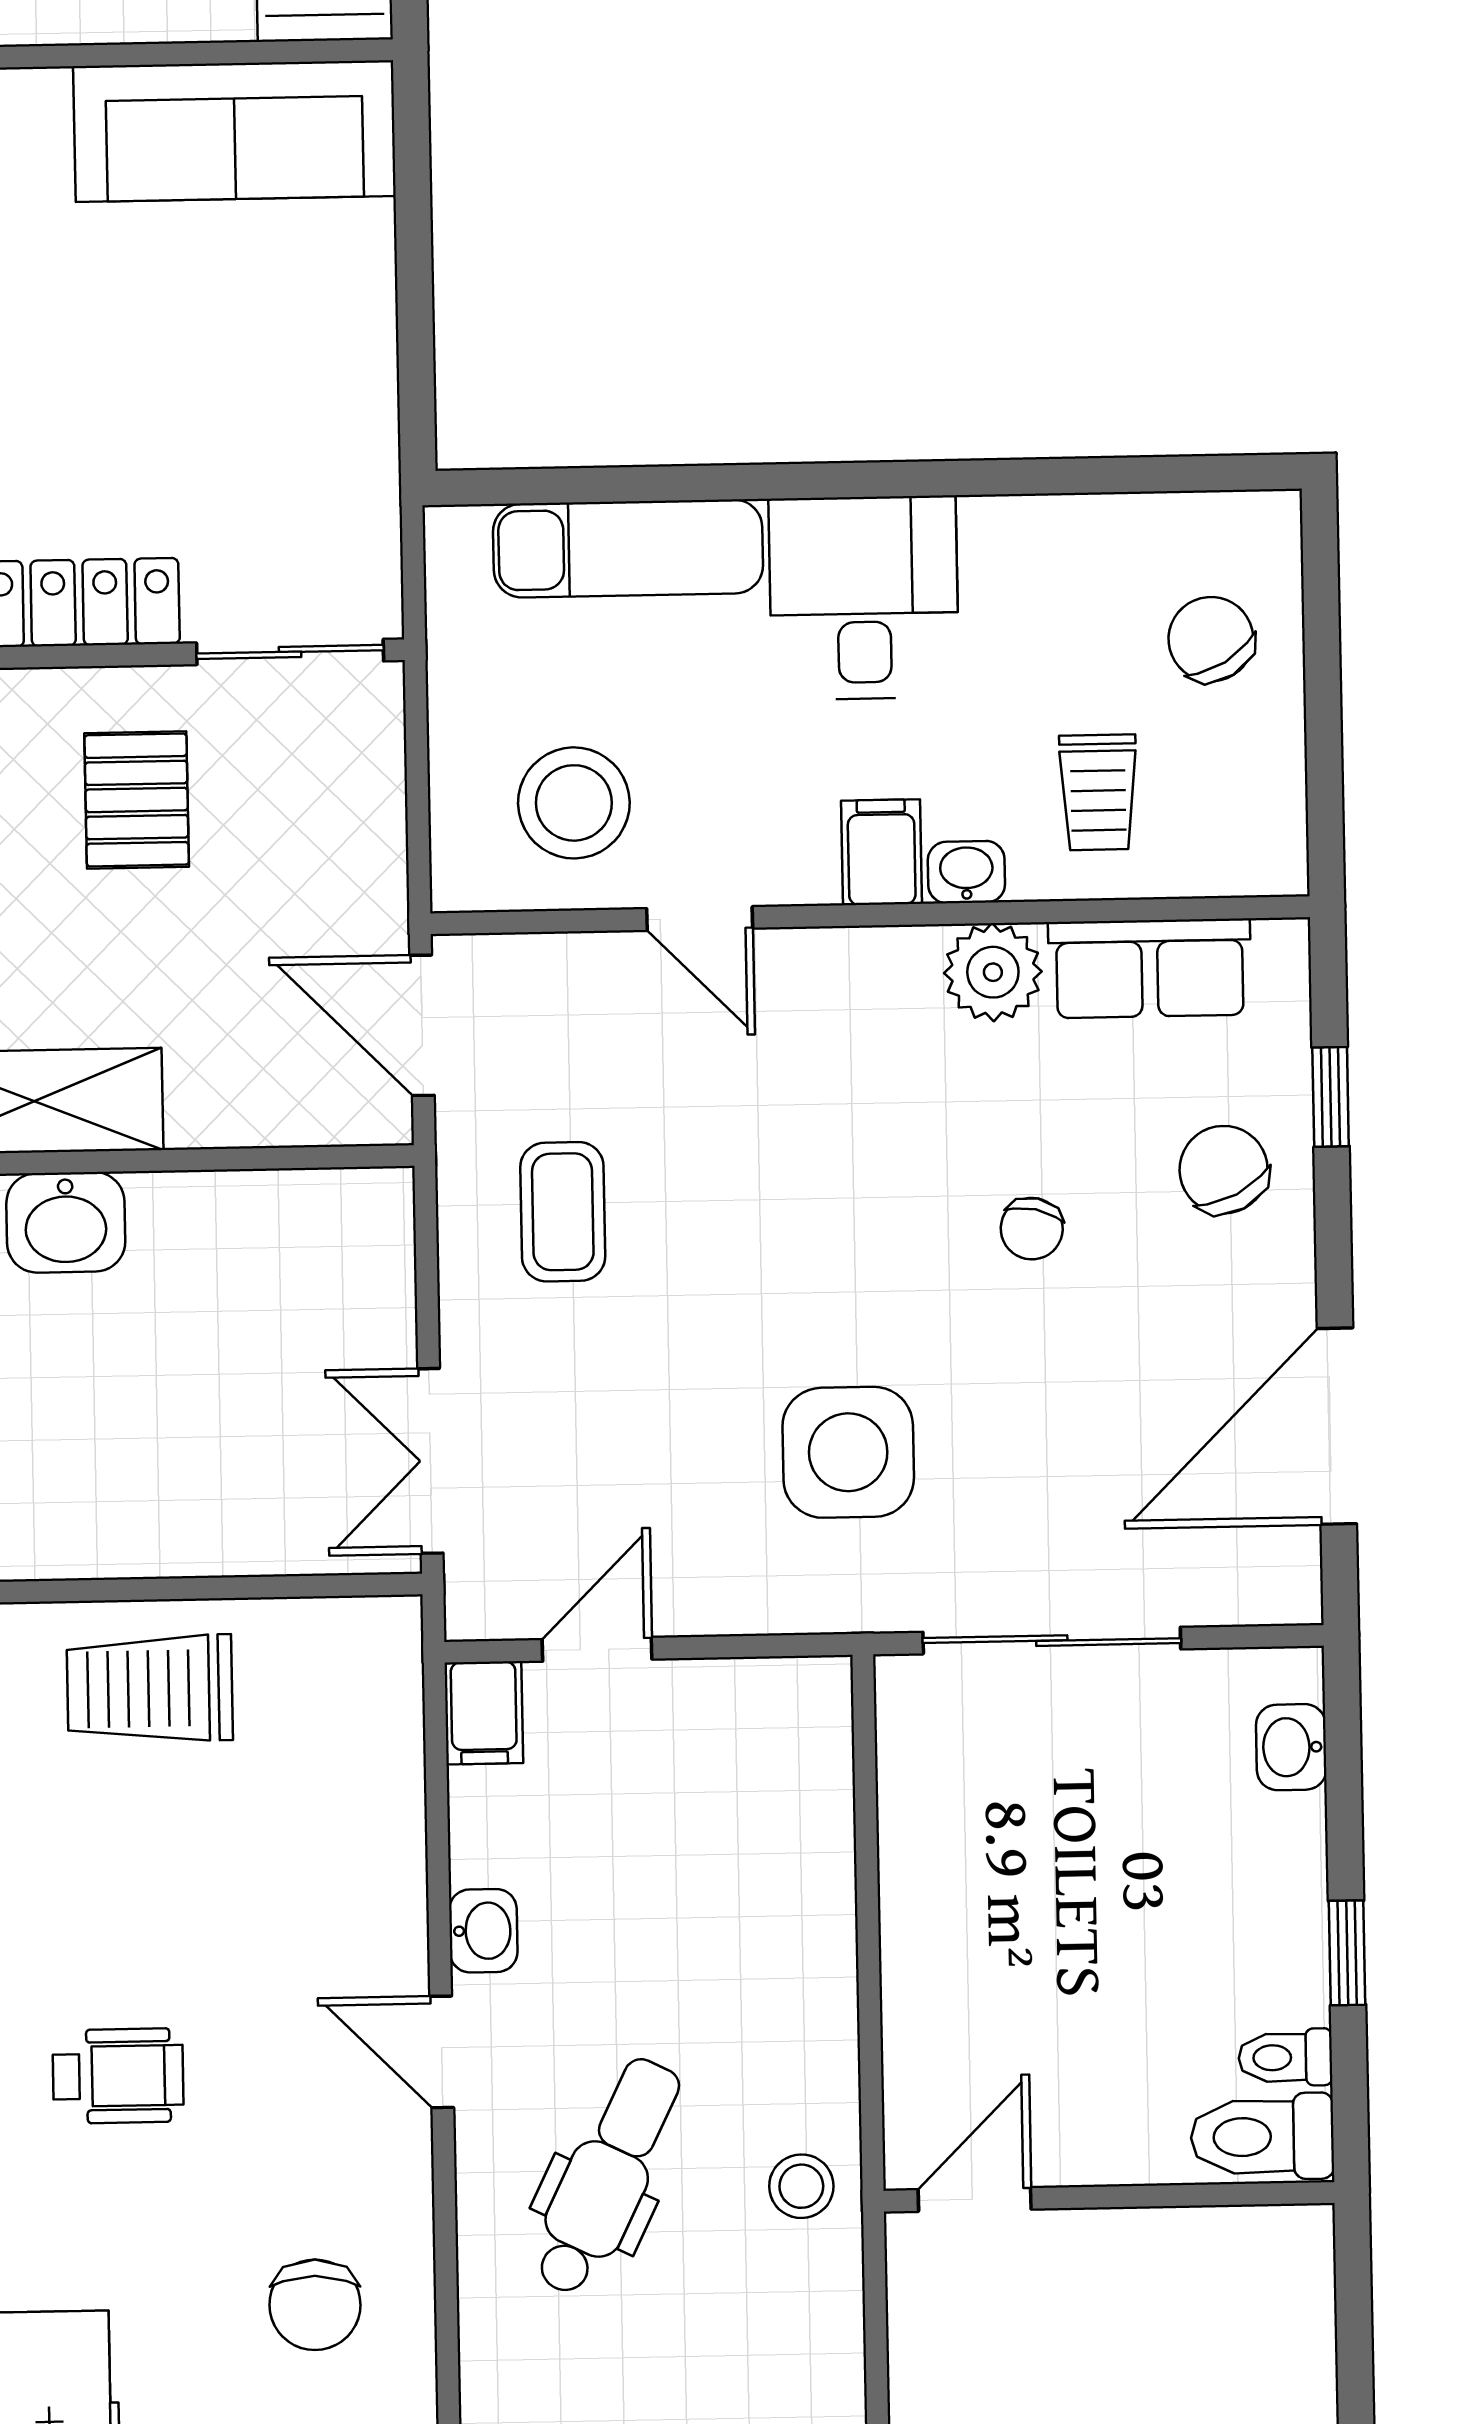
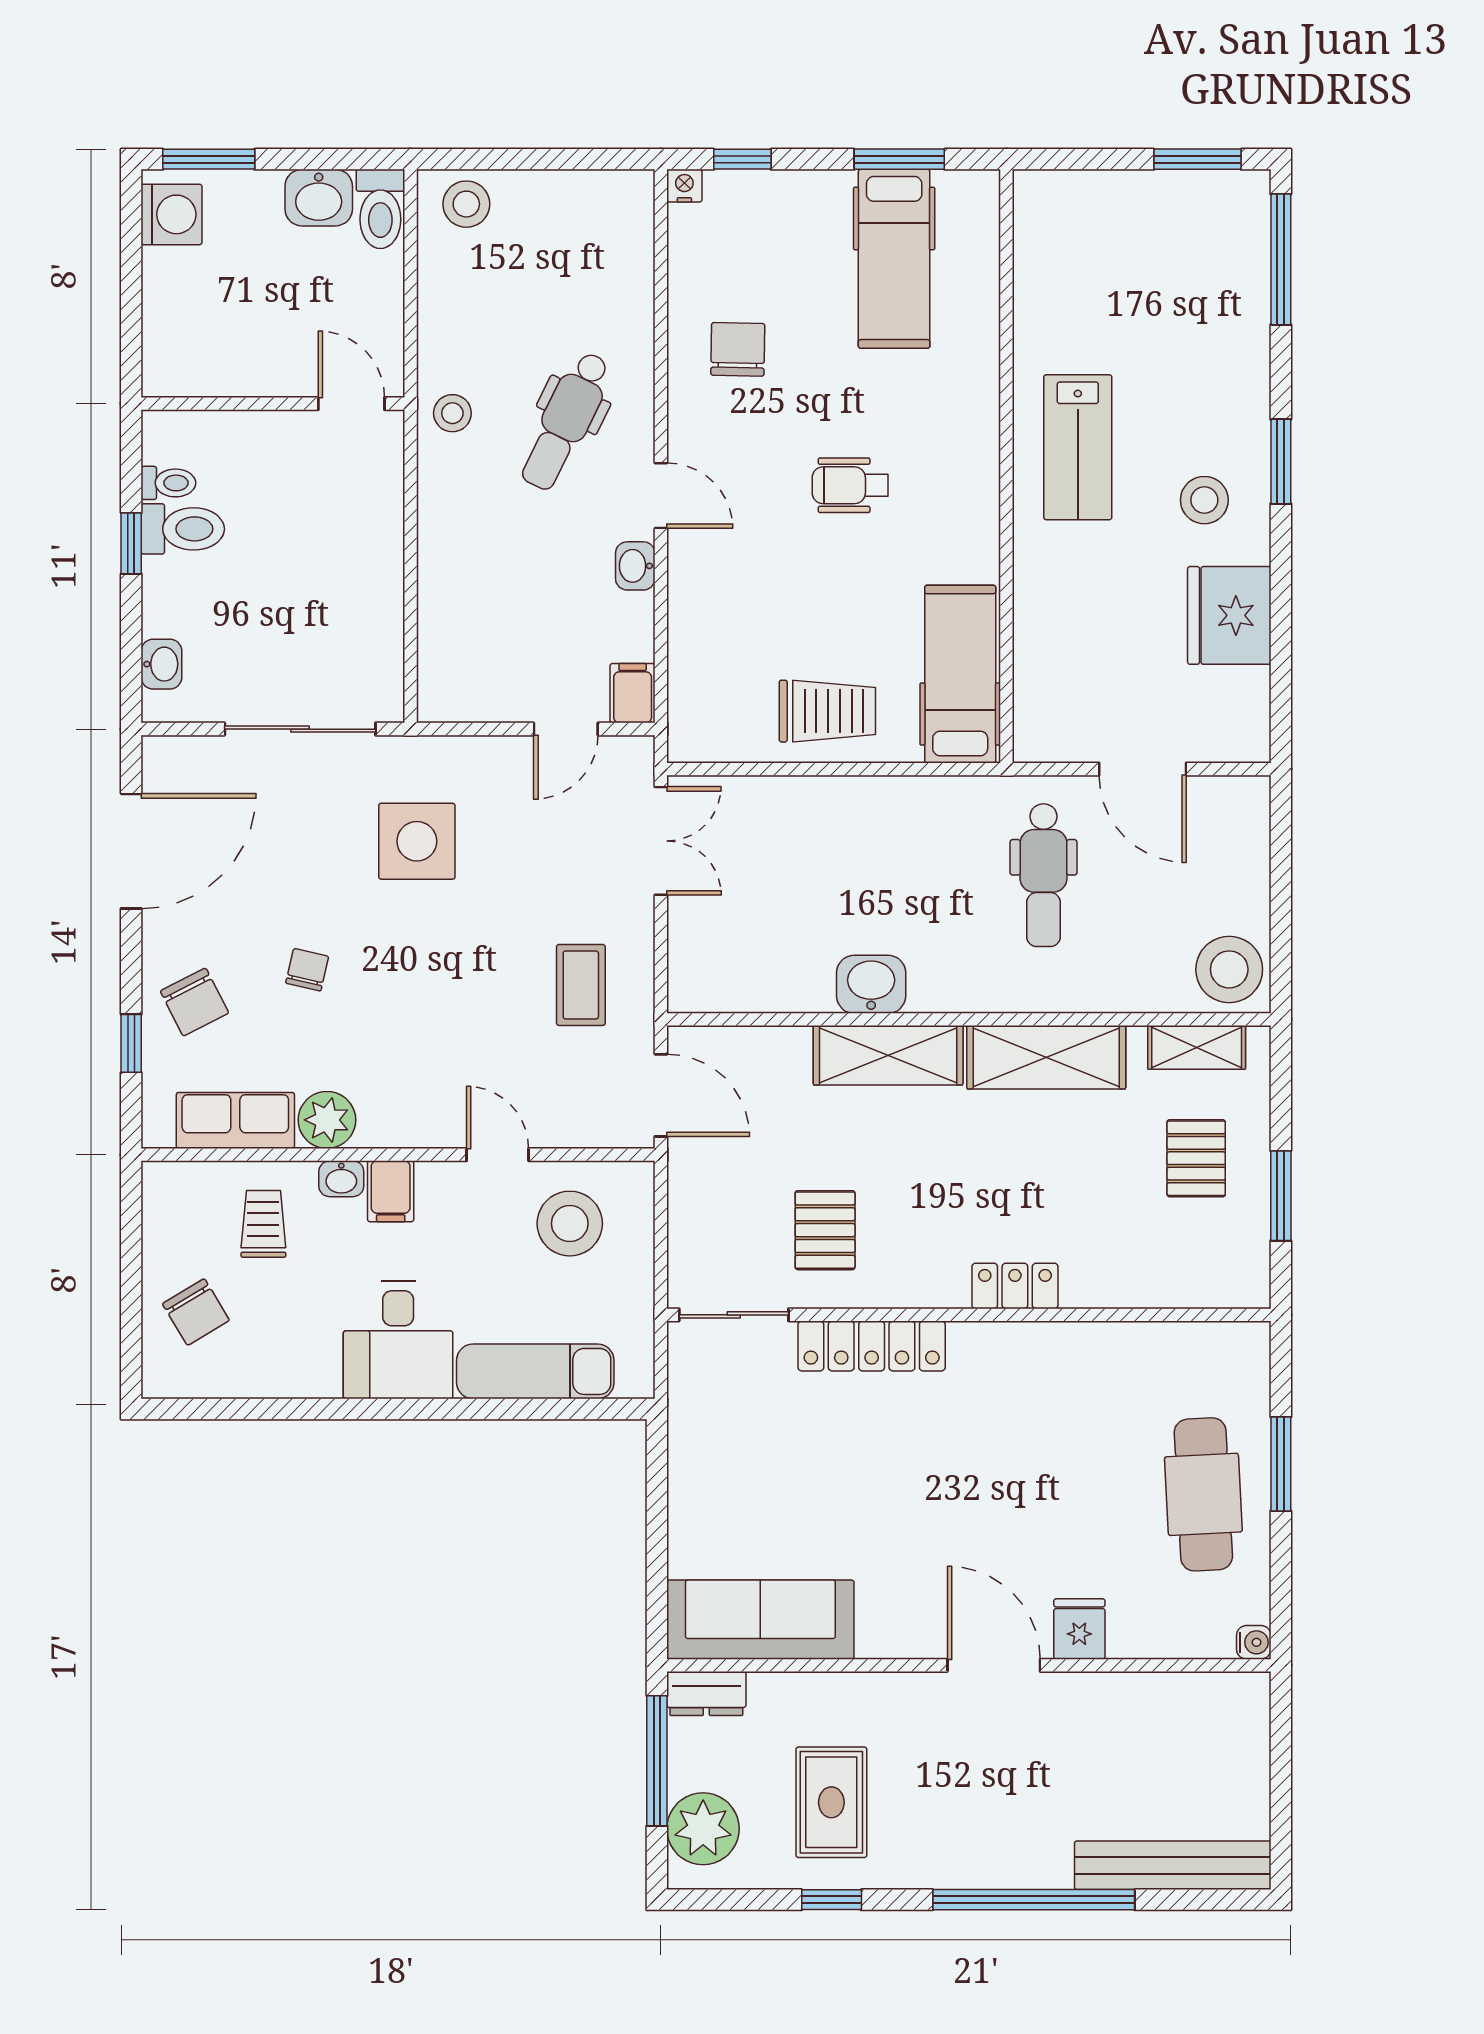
toilet: (1262, 2137) -> (183, 529), moved
door: (975, 2199) -> (351, 404), swing flipped

